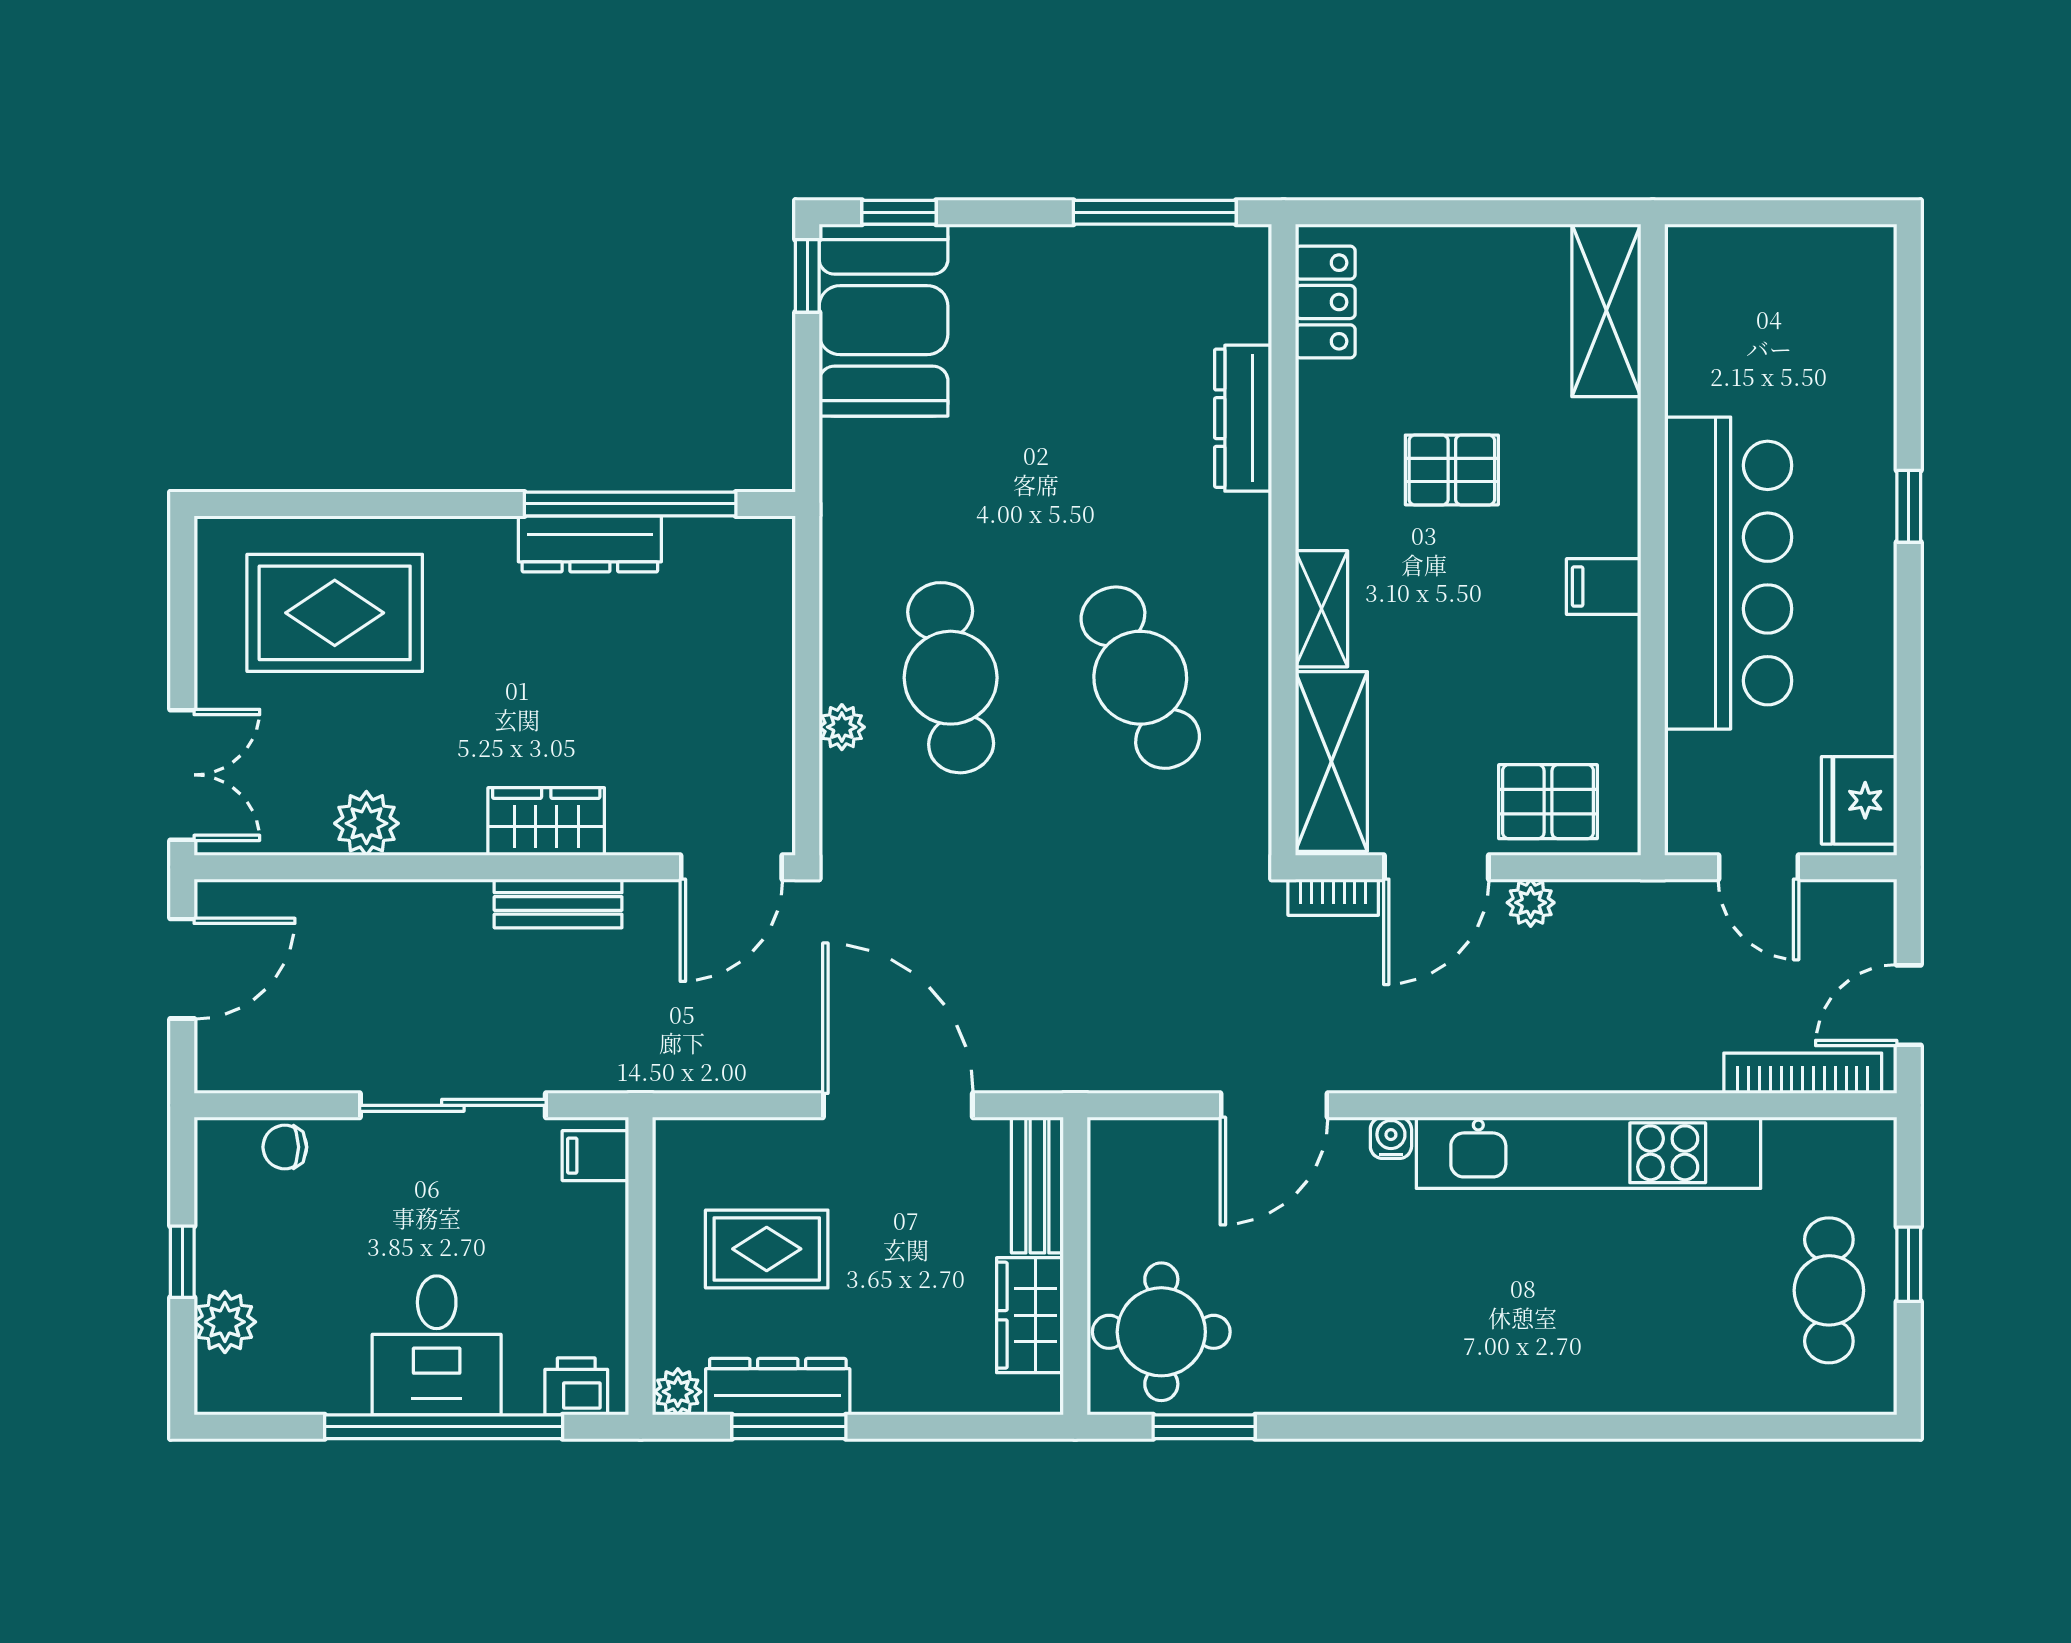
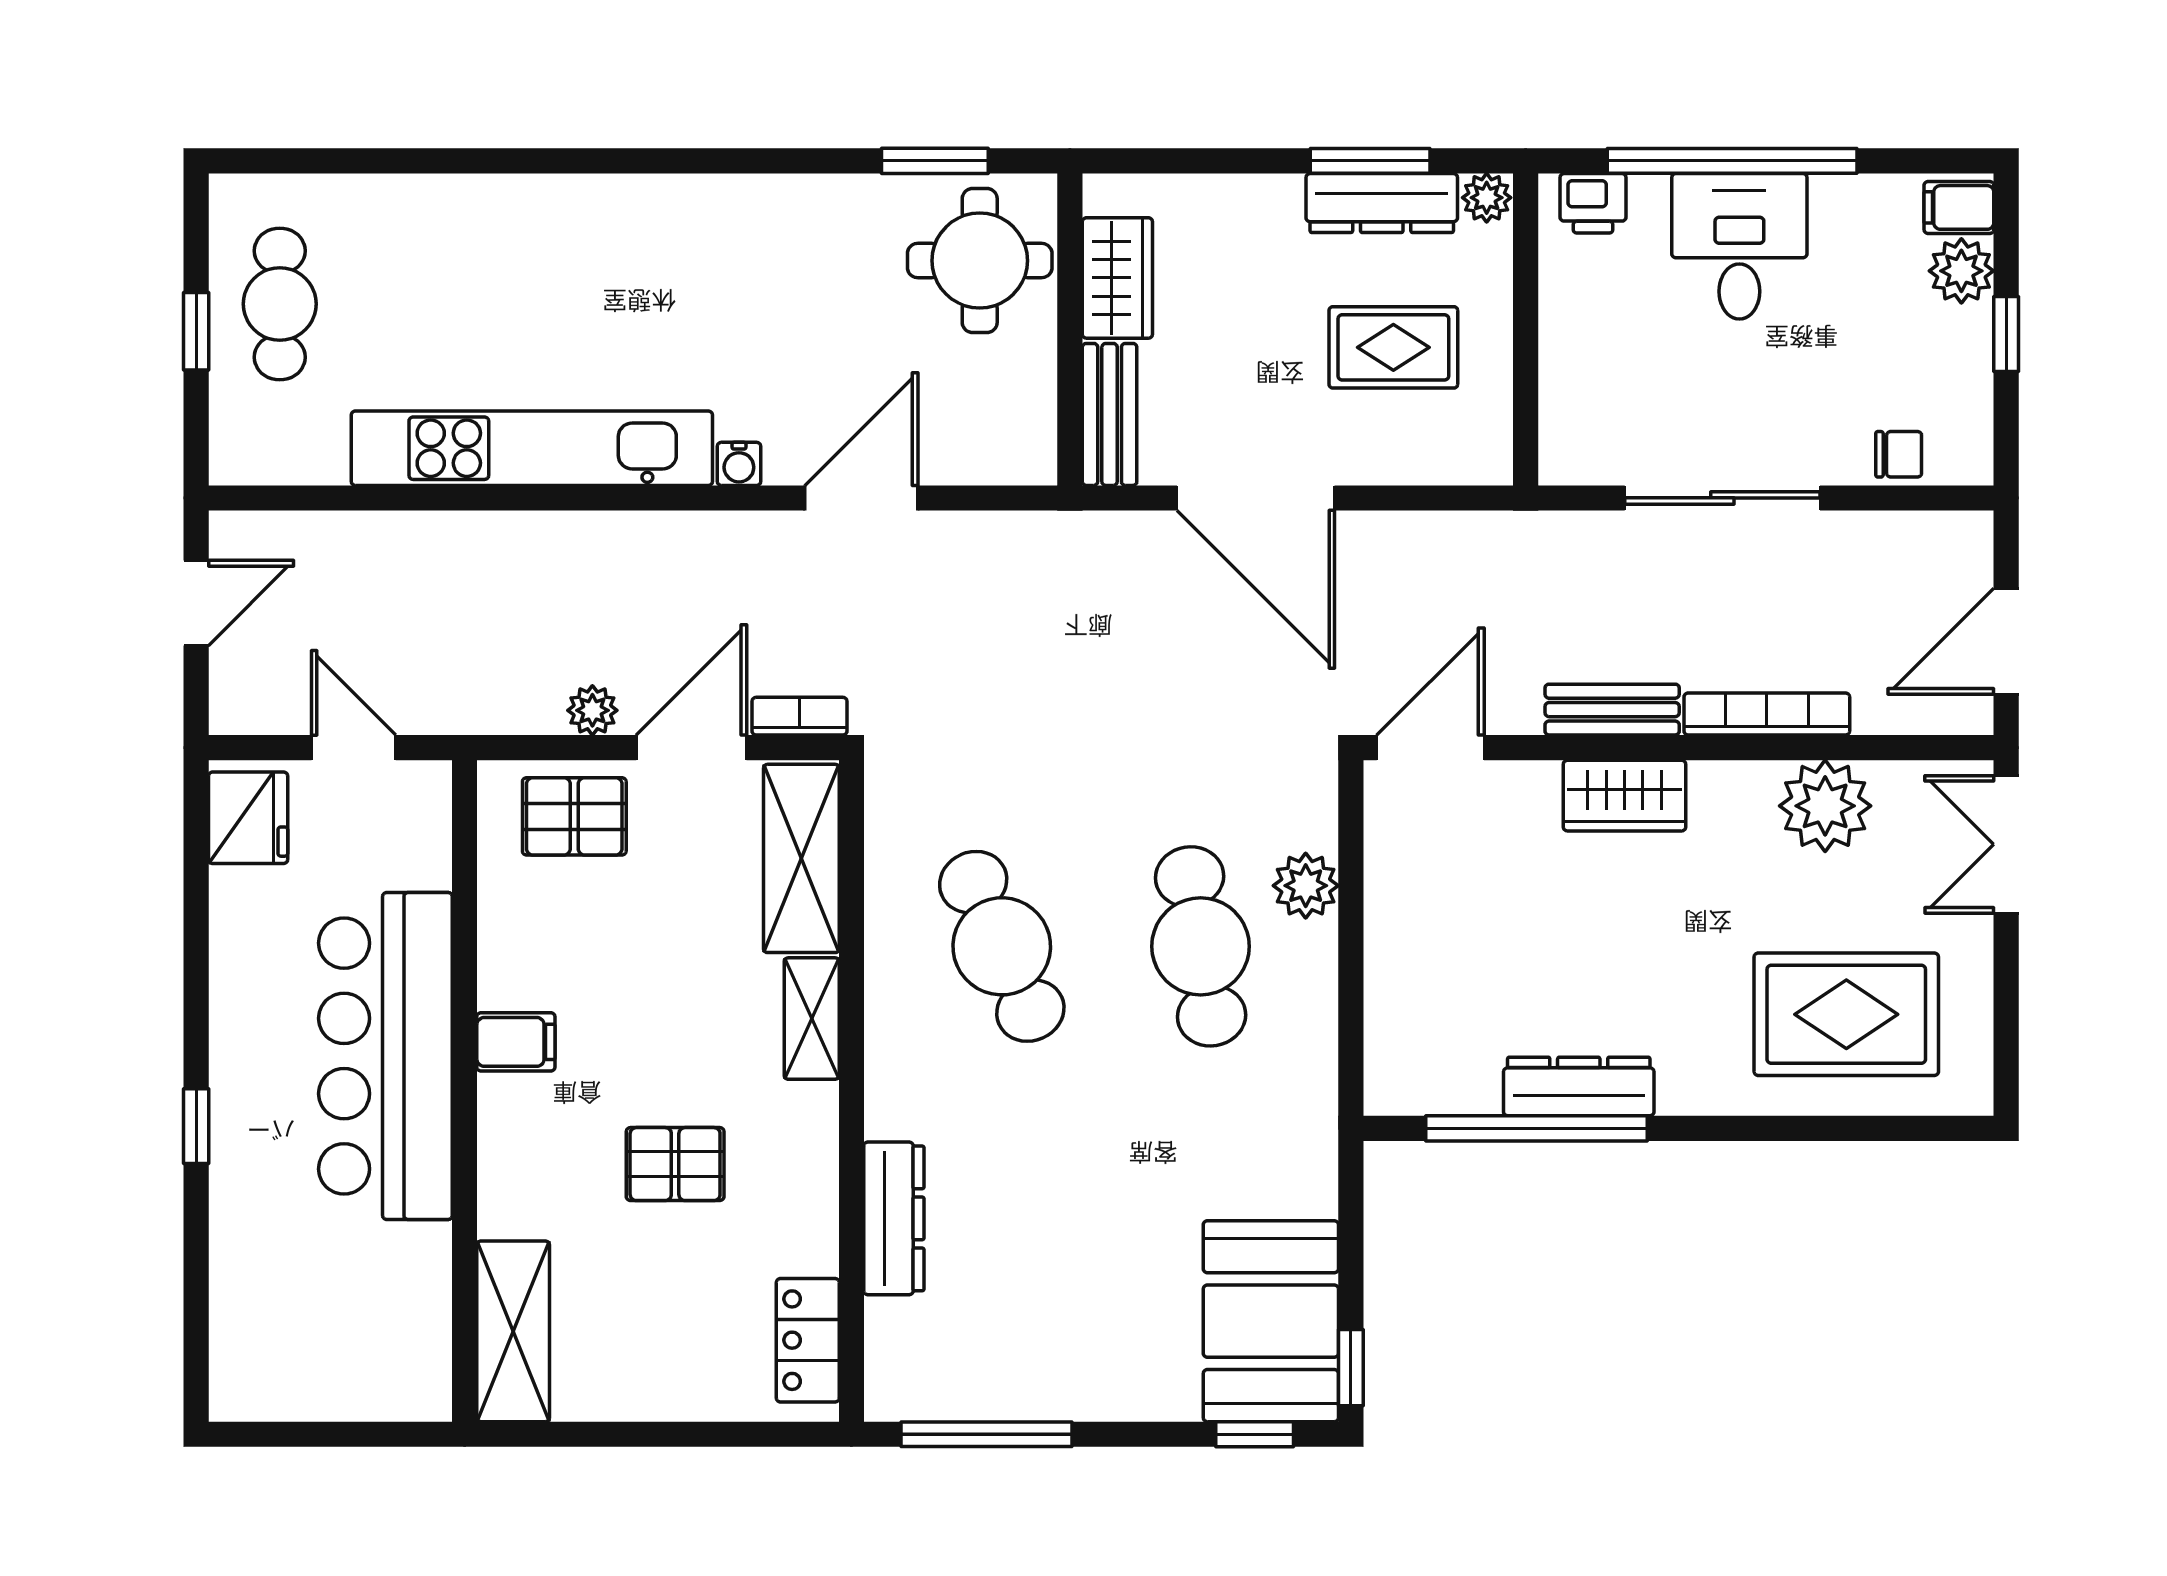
plant: (842, 727) -> (1306, 886), width x1.38, depth x1.38
plant: (366, 823) -> (1825, 806), width x1.36, depth x1.36
bookcase: (1803, 1073) -> (1767, 714), moved, turned 180
filing cabinet: (595, 1156) -> (1959, 207), moved, turned 180

